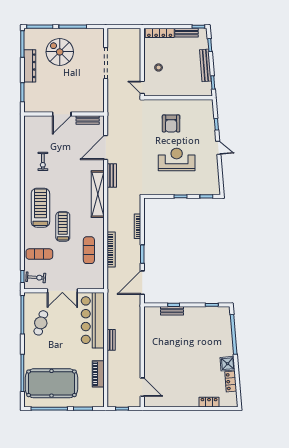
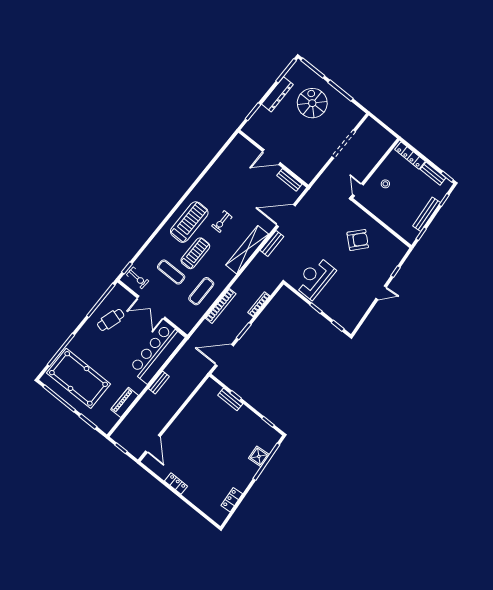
armchair: (171, 123) -> (358, 240), turned -138
door: (218, 148) -> (381, 293), hinge flipped
reception desk: (177, 159) -> (315, 278), moved, turned -90
exercise bike: (43, 161) -> (222, 221), moved
exercise mat: (39, 254) -> (171, 272), moved
shower: (228, 364) -> (259, 456), moved
locker: (209, 402) -> (176, 484), moved

